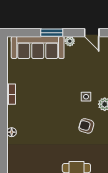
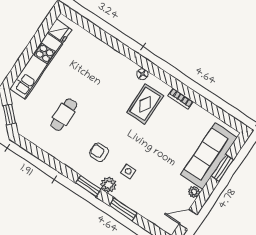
window: (52, 33) -> (222, 168), moved
rug: (31, 116) -> (145, 104), added
armchair: (86, 126) -> (99, 152), turned -106

